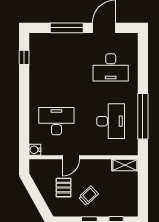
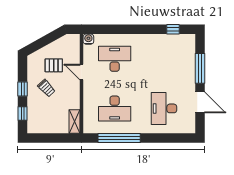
desk: (56, 121) -> (115, 59), turned -90

